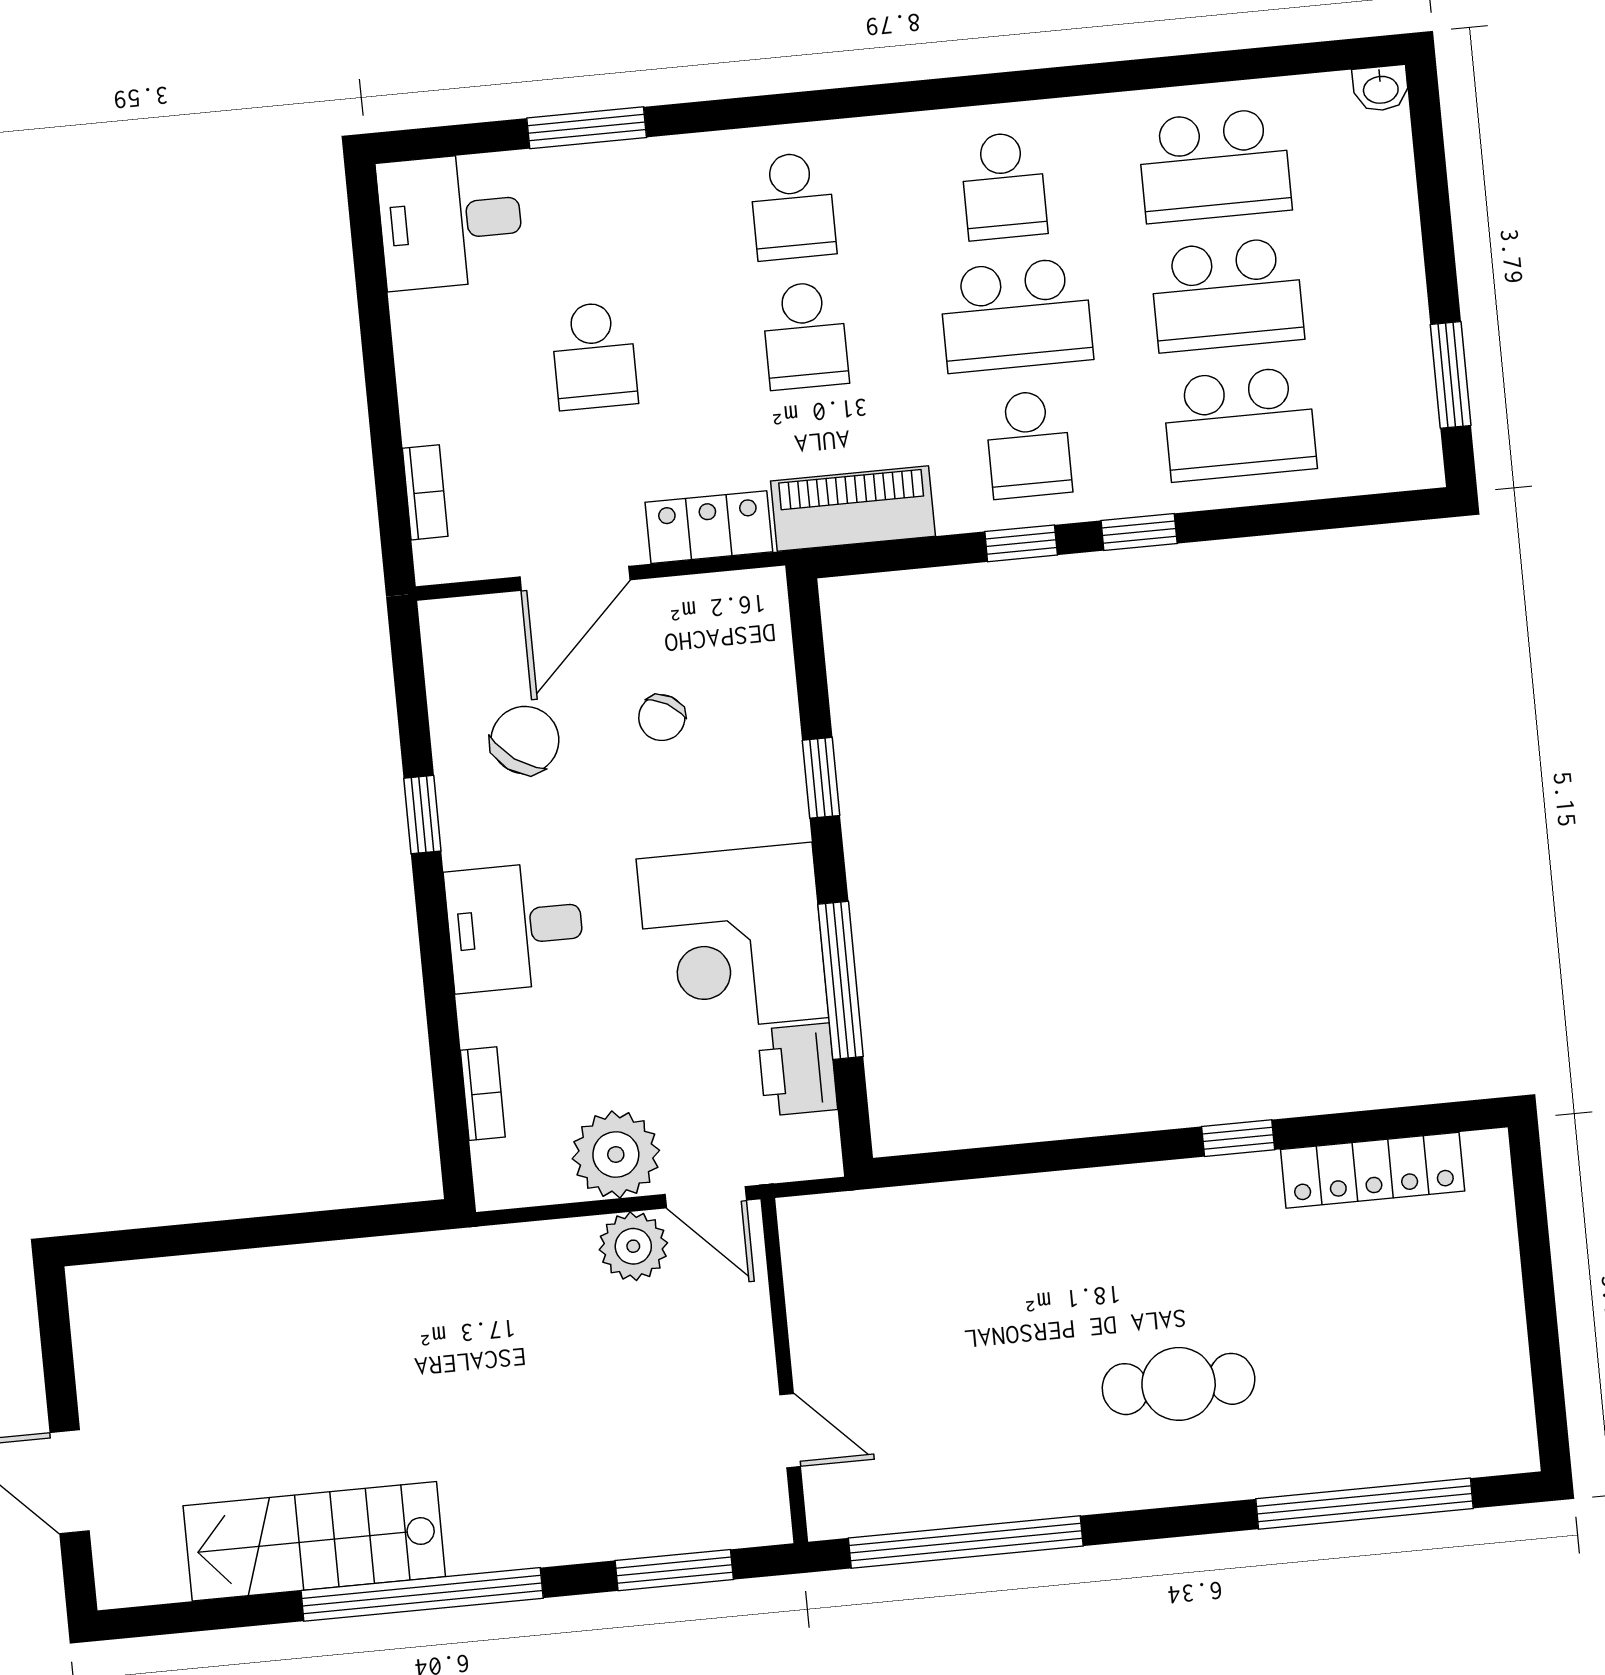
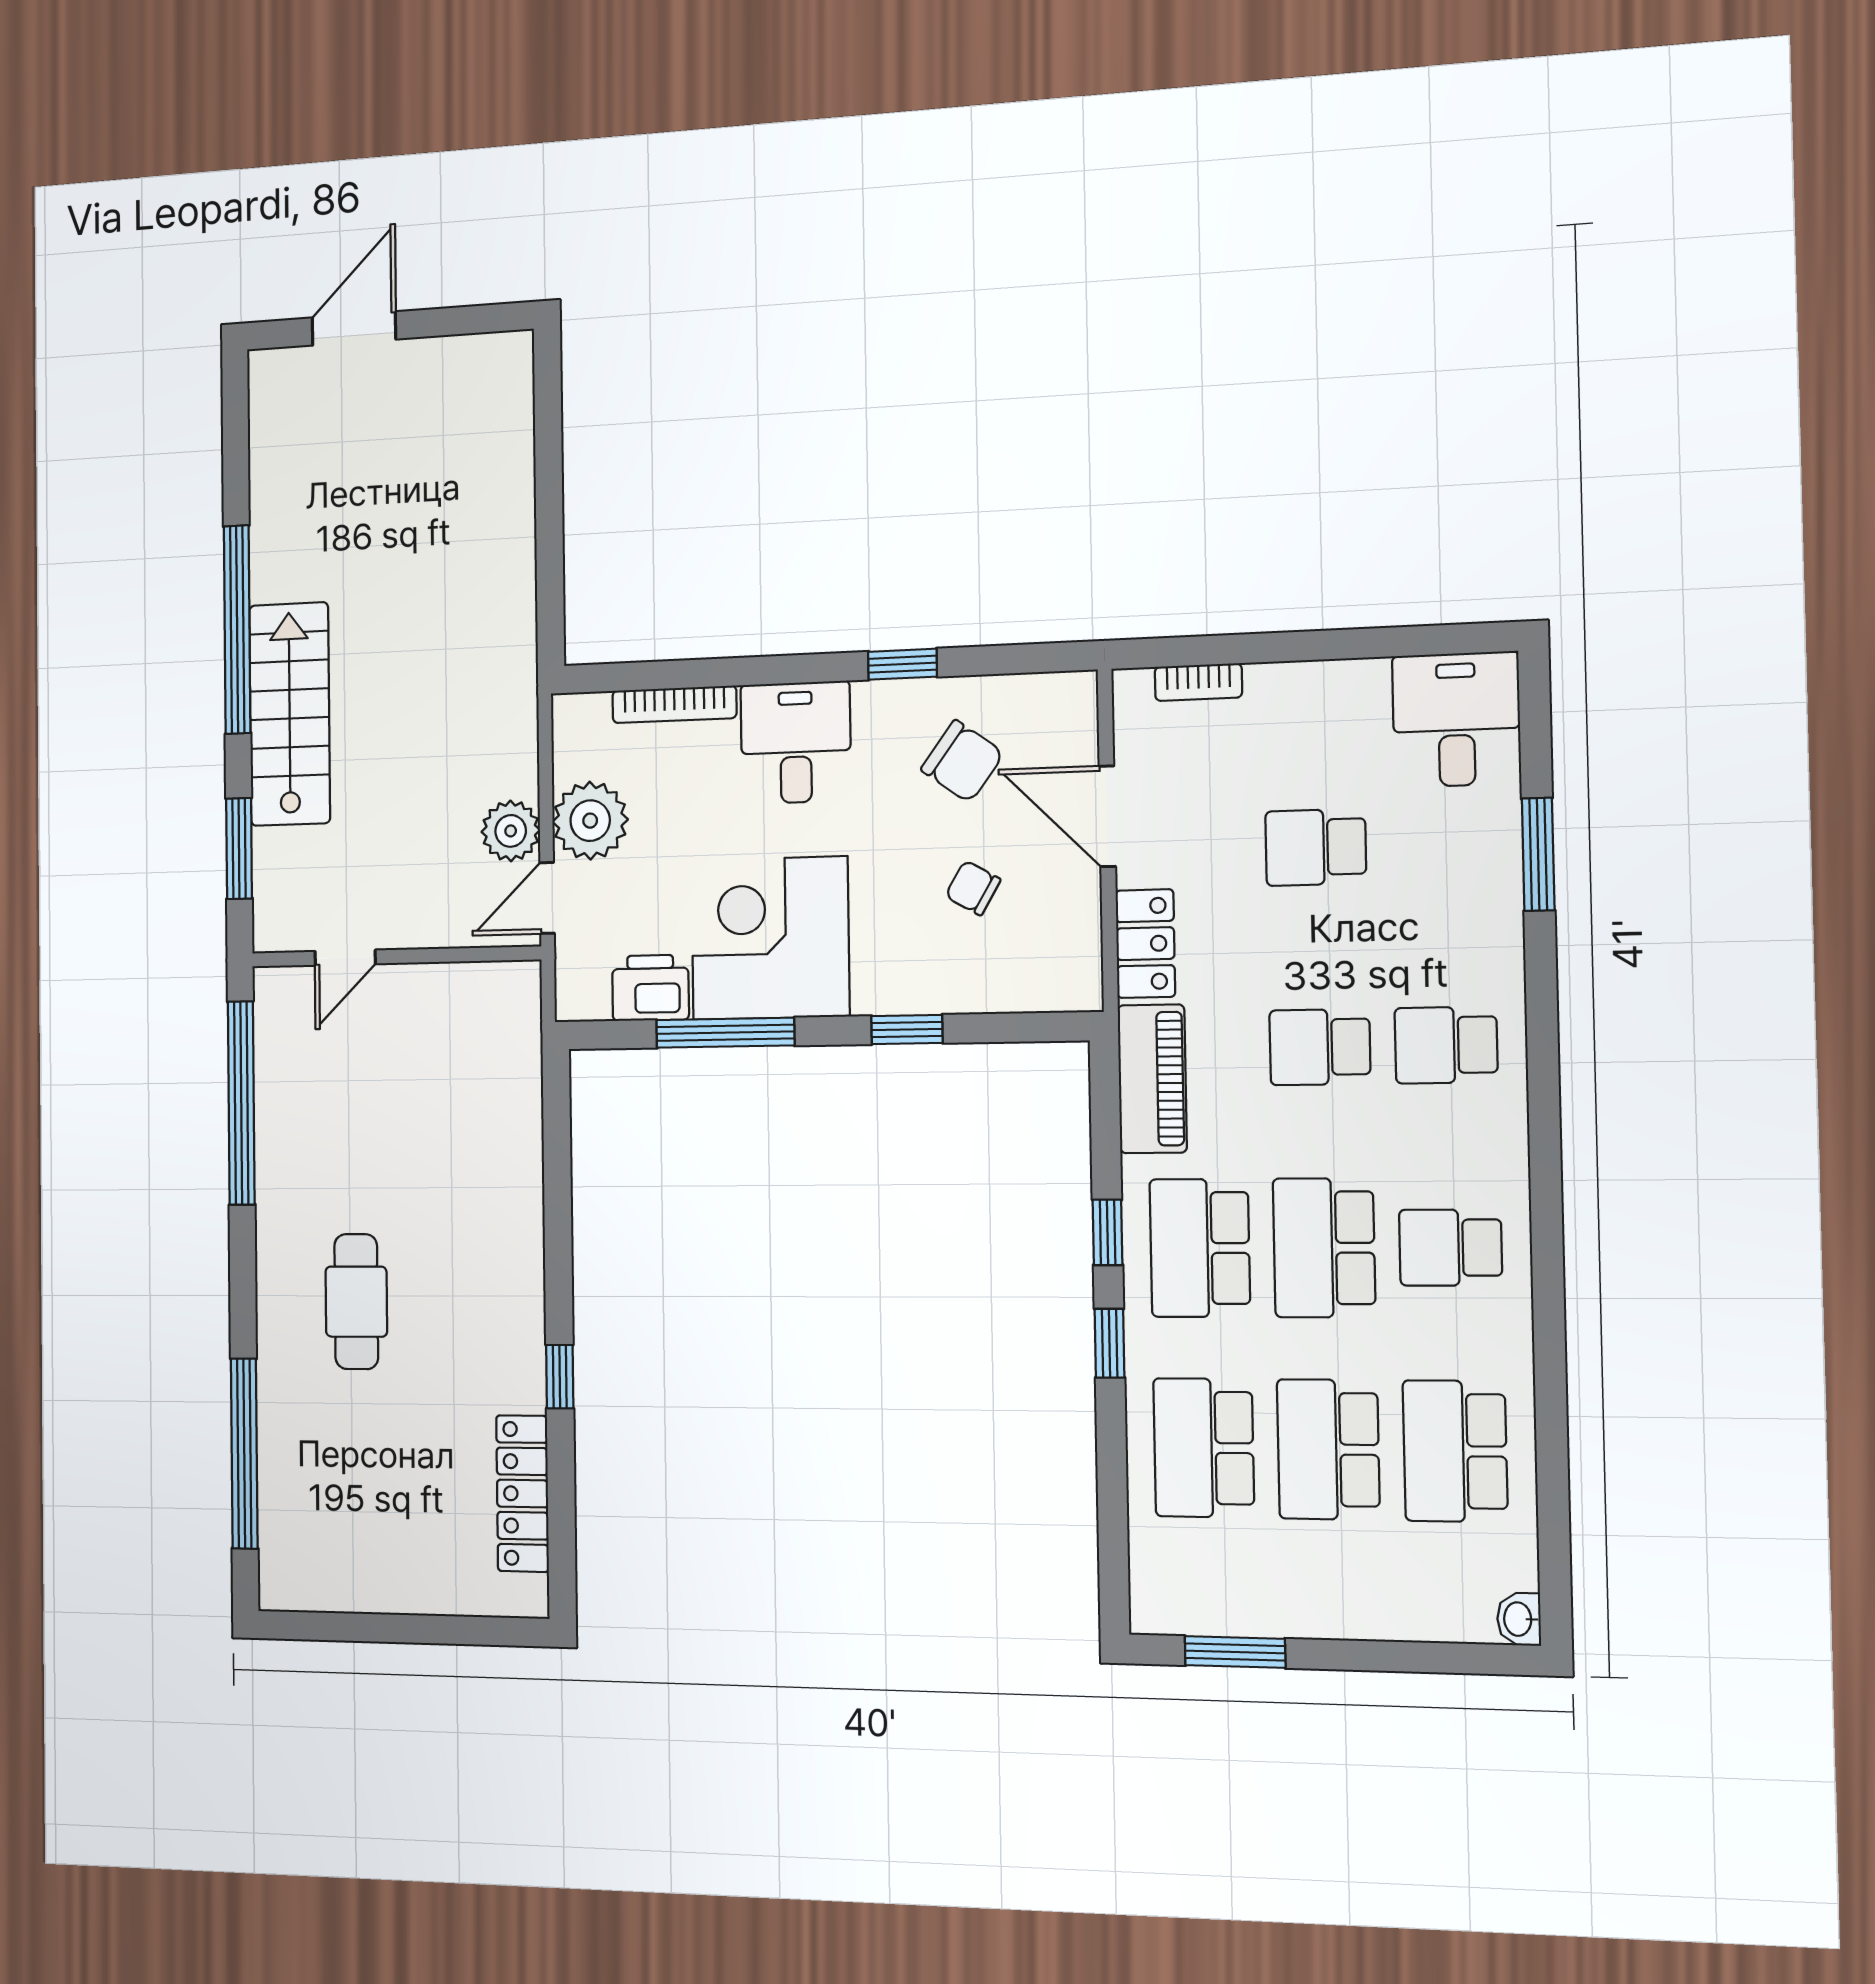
school desk: (1028, 444) -> (1200, 1248), width x1.85
bookcase: (483, 1094) -> (674, 704), width x1.56
stairs: (314, 1541) -> (290, 714), moved

